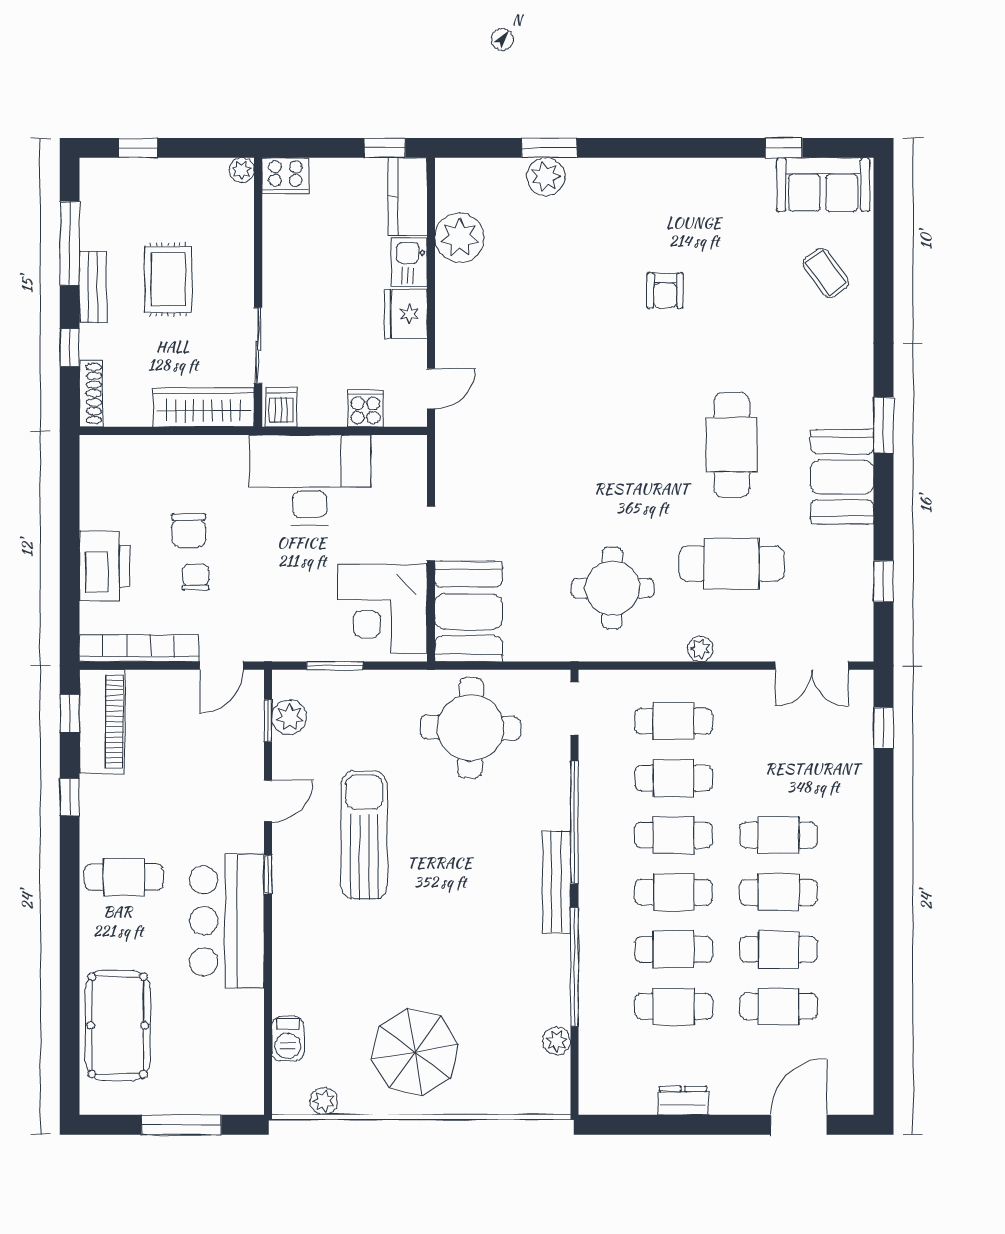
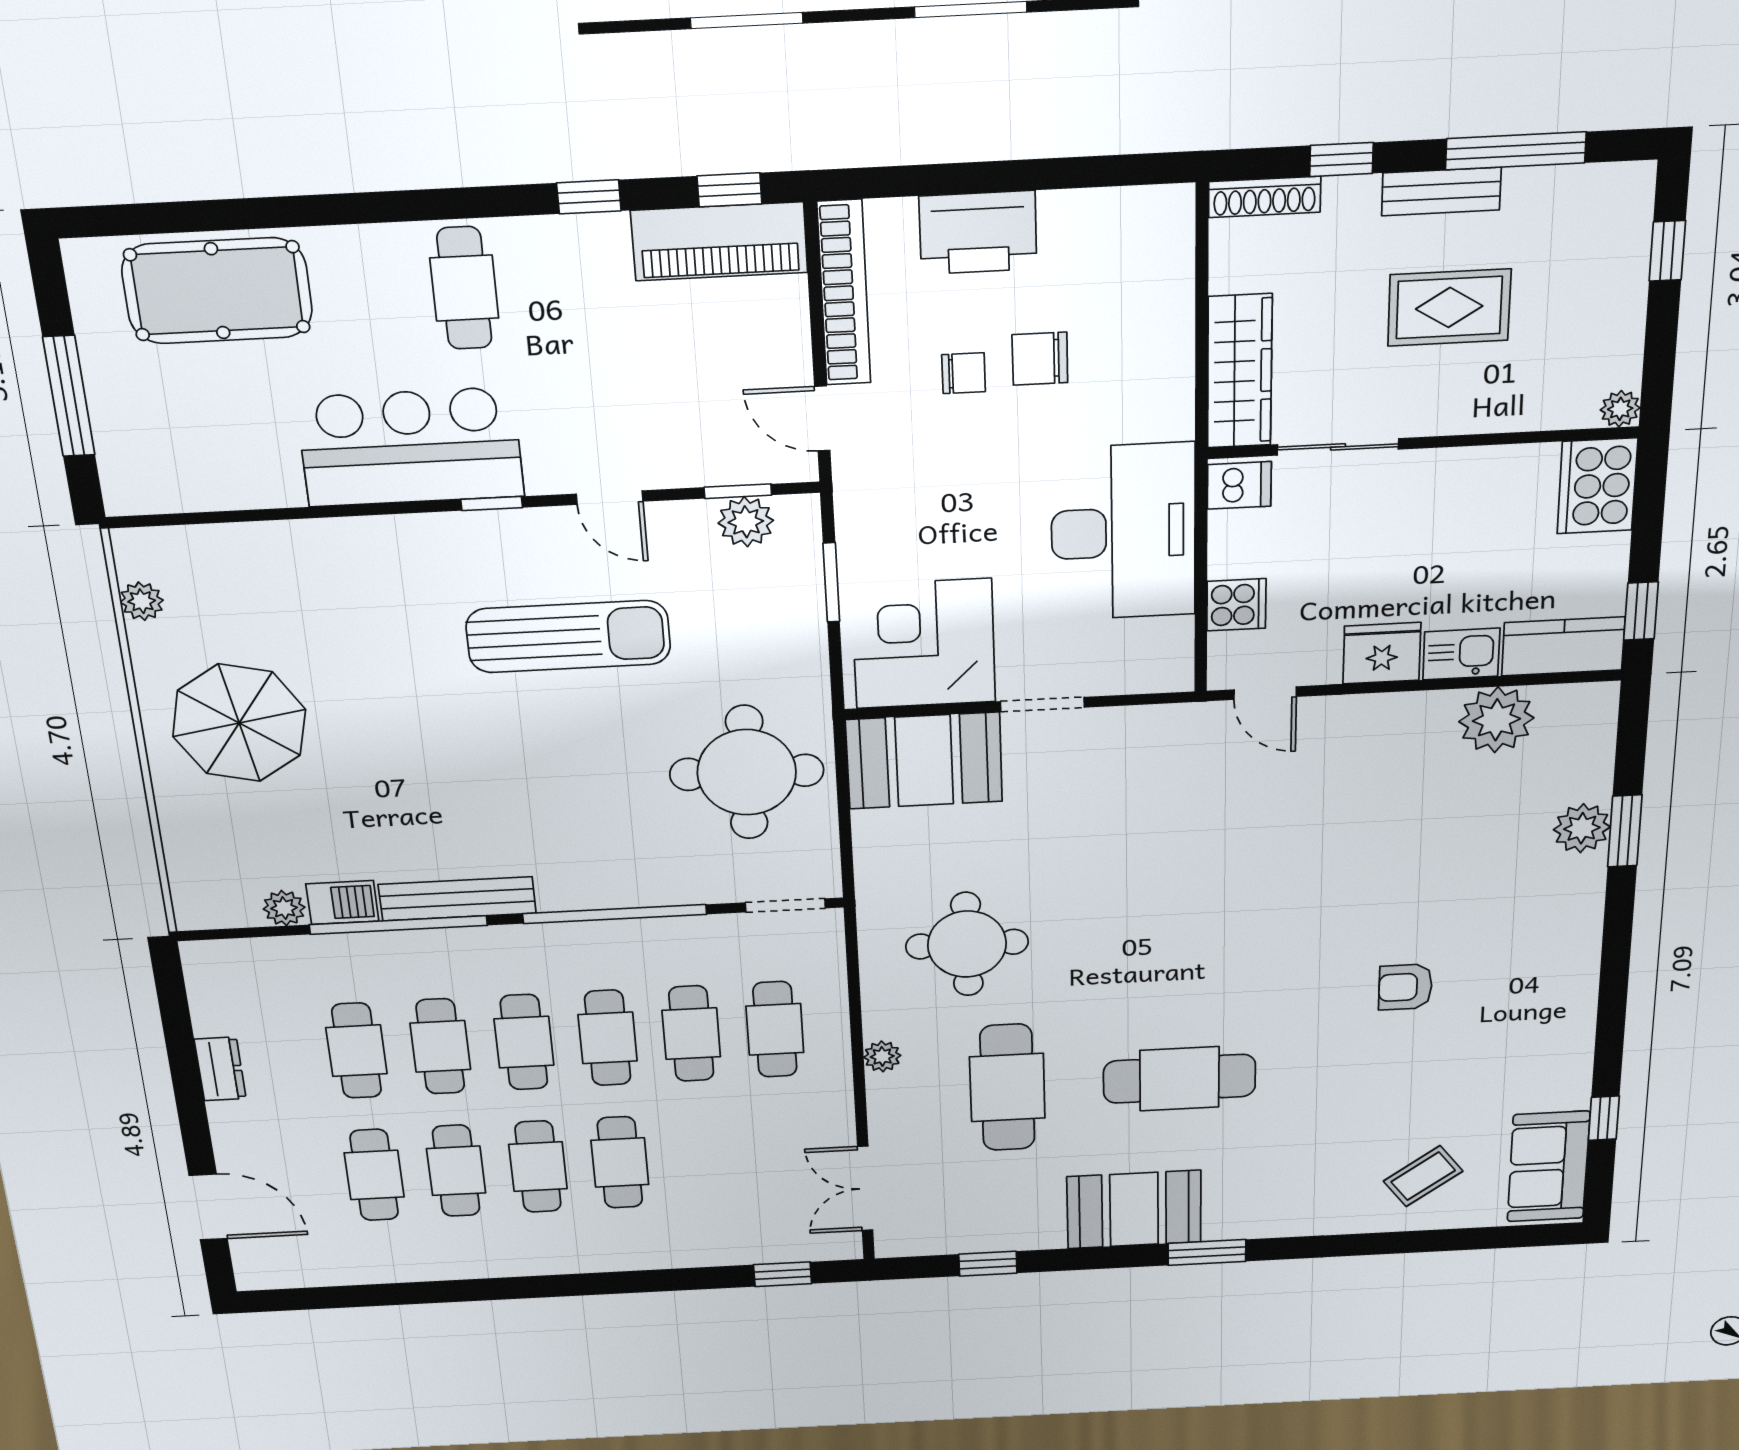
cooker: (285, 176) -> (1597, 486), width x1.37, depth x1.31
bench: (556, 882) -> (457, 899), moved
barbecue: (288, 1039) -> (342, 902), moved, turned 180

